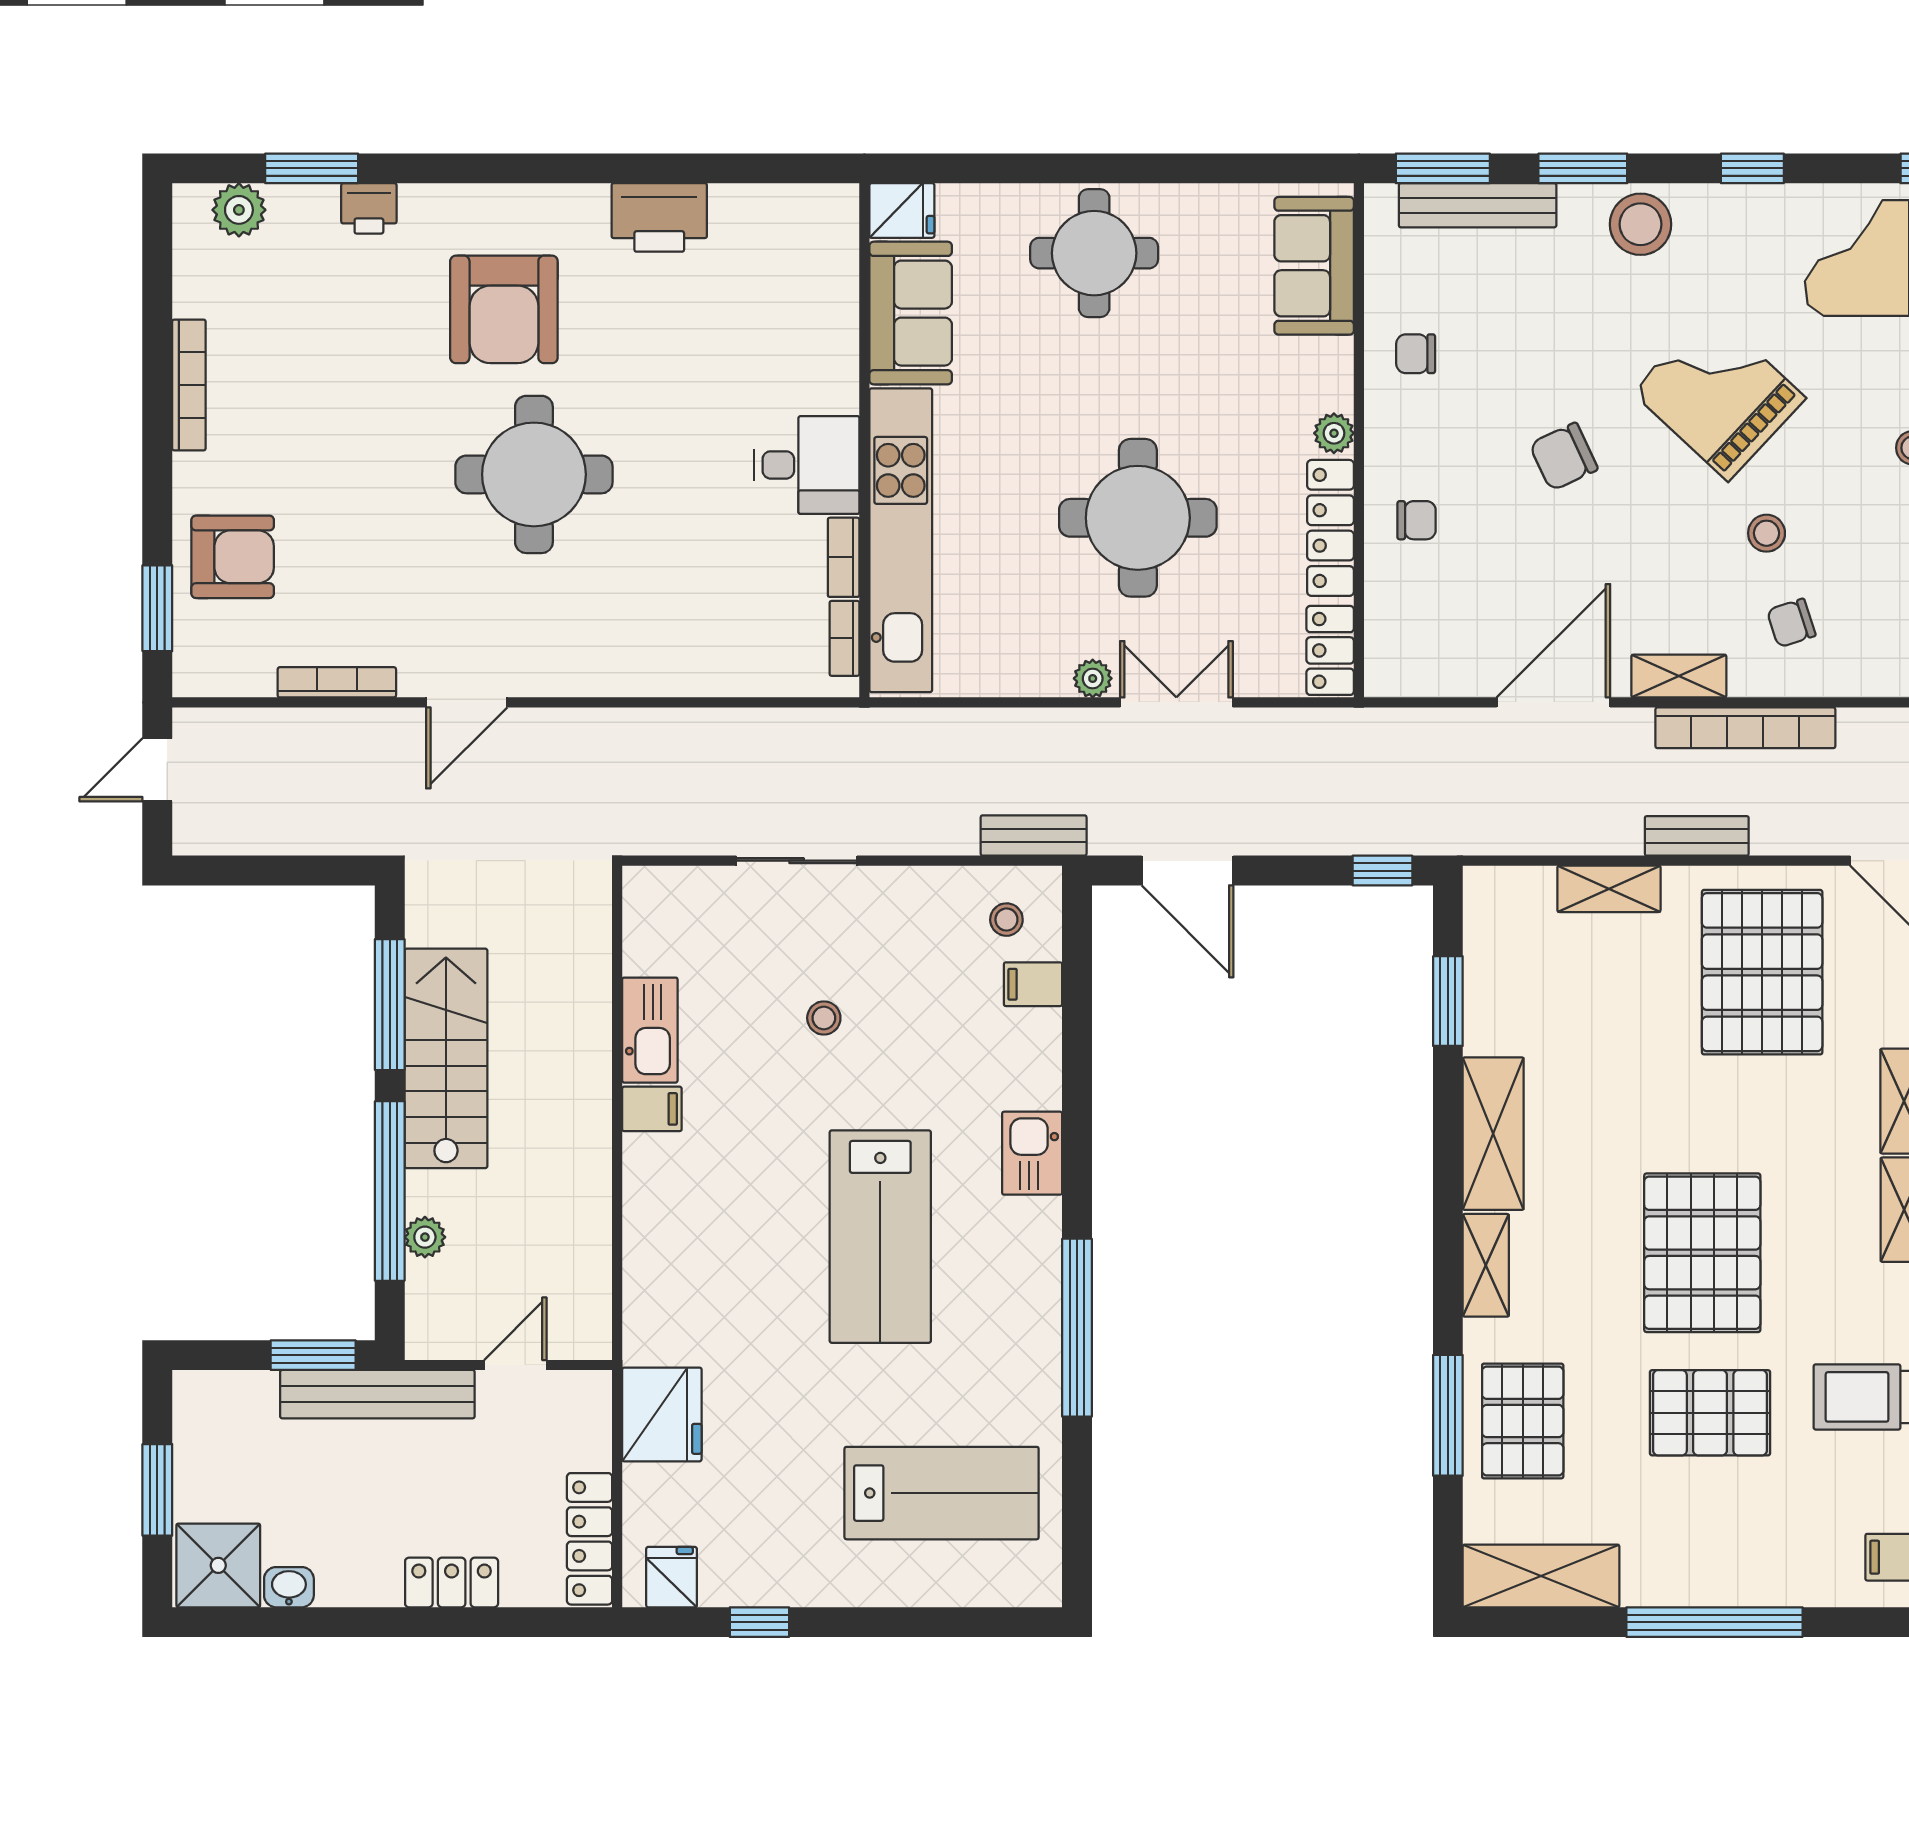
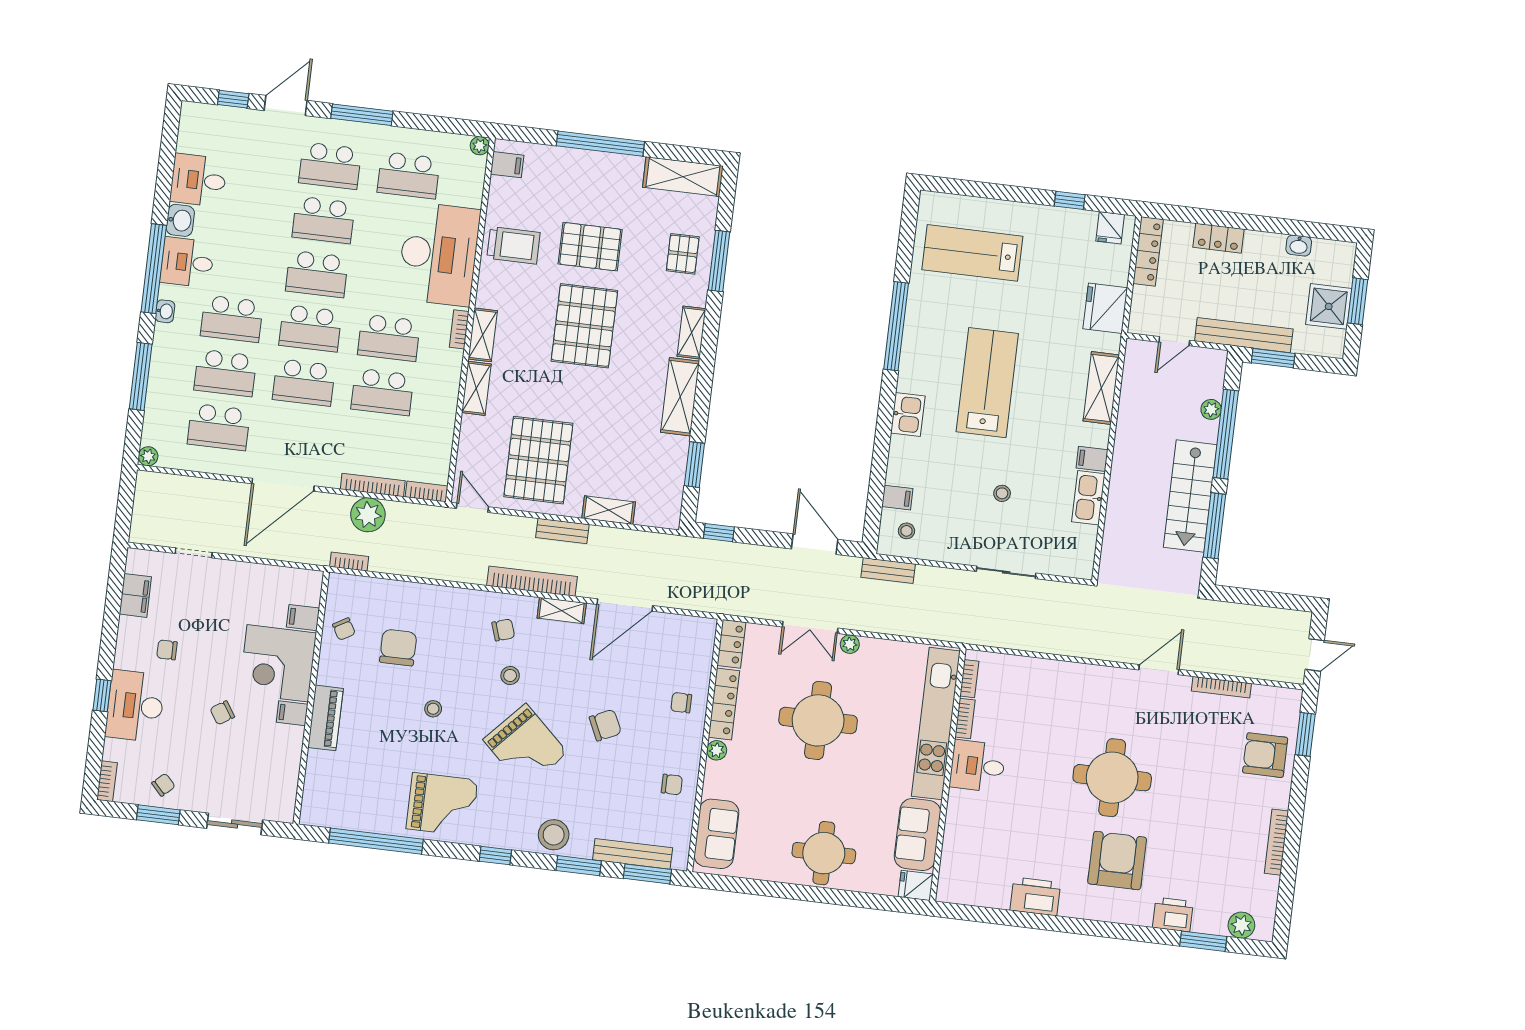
printer: (369, 208) -> (1173, 915), width x1.36, depth x1.24
shelving: (650, 1253) -> (1101, 388), added
pallet: (1523, 1421) -> (683, 254), width x0.67, depth x0.71
shower: (218, 1565) -> (1329, 306), moved

